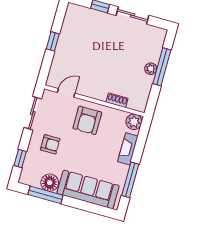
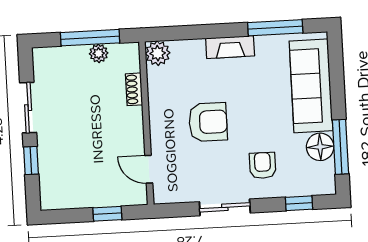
door: (66, 93) -> (149, 169), moved
shoe rack: (117, 100) -> (134, 89), moved
wall: (94, 101) -> (146, 123), moved
plant: (134, 122) -> (158, 53), moved

